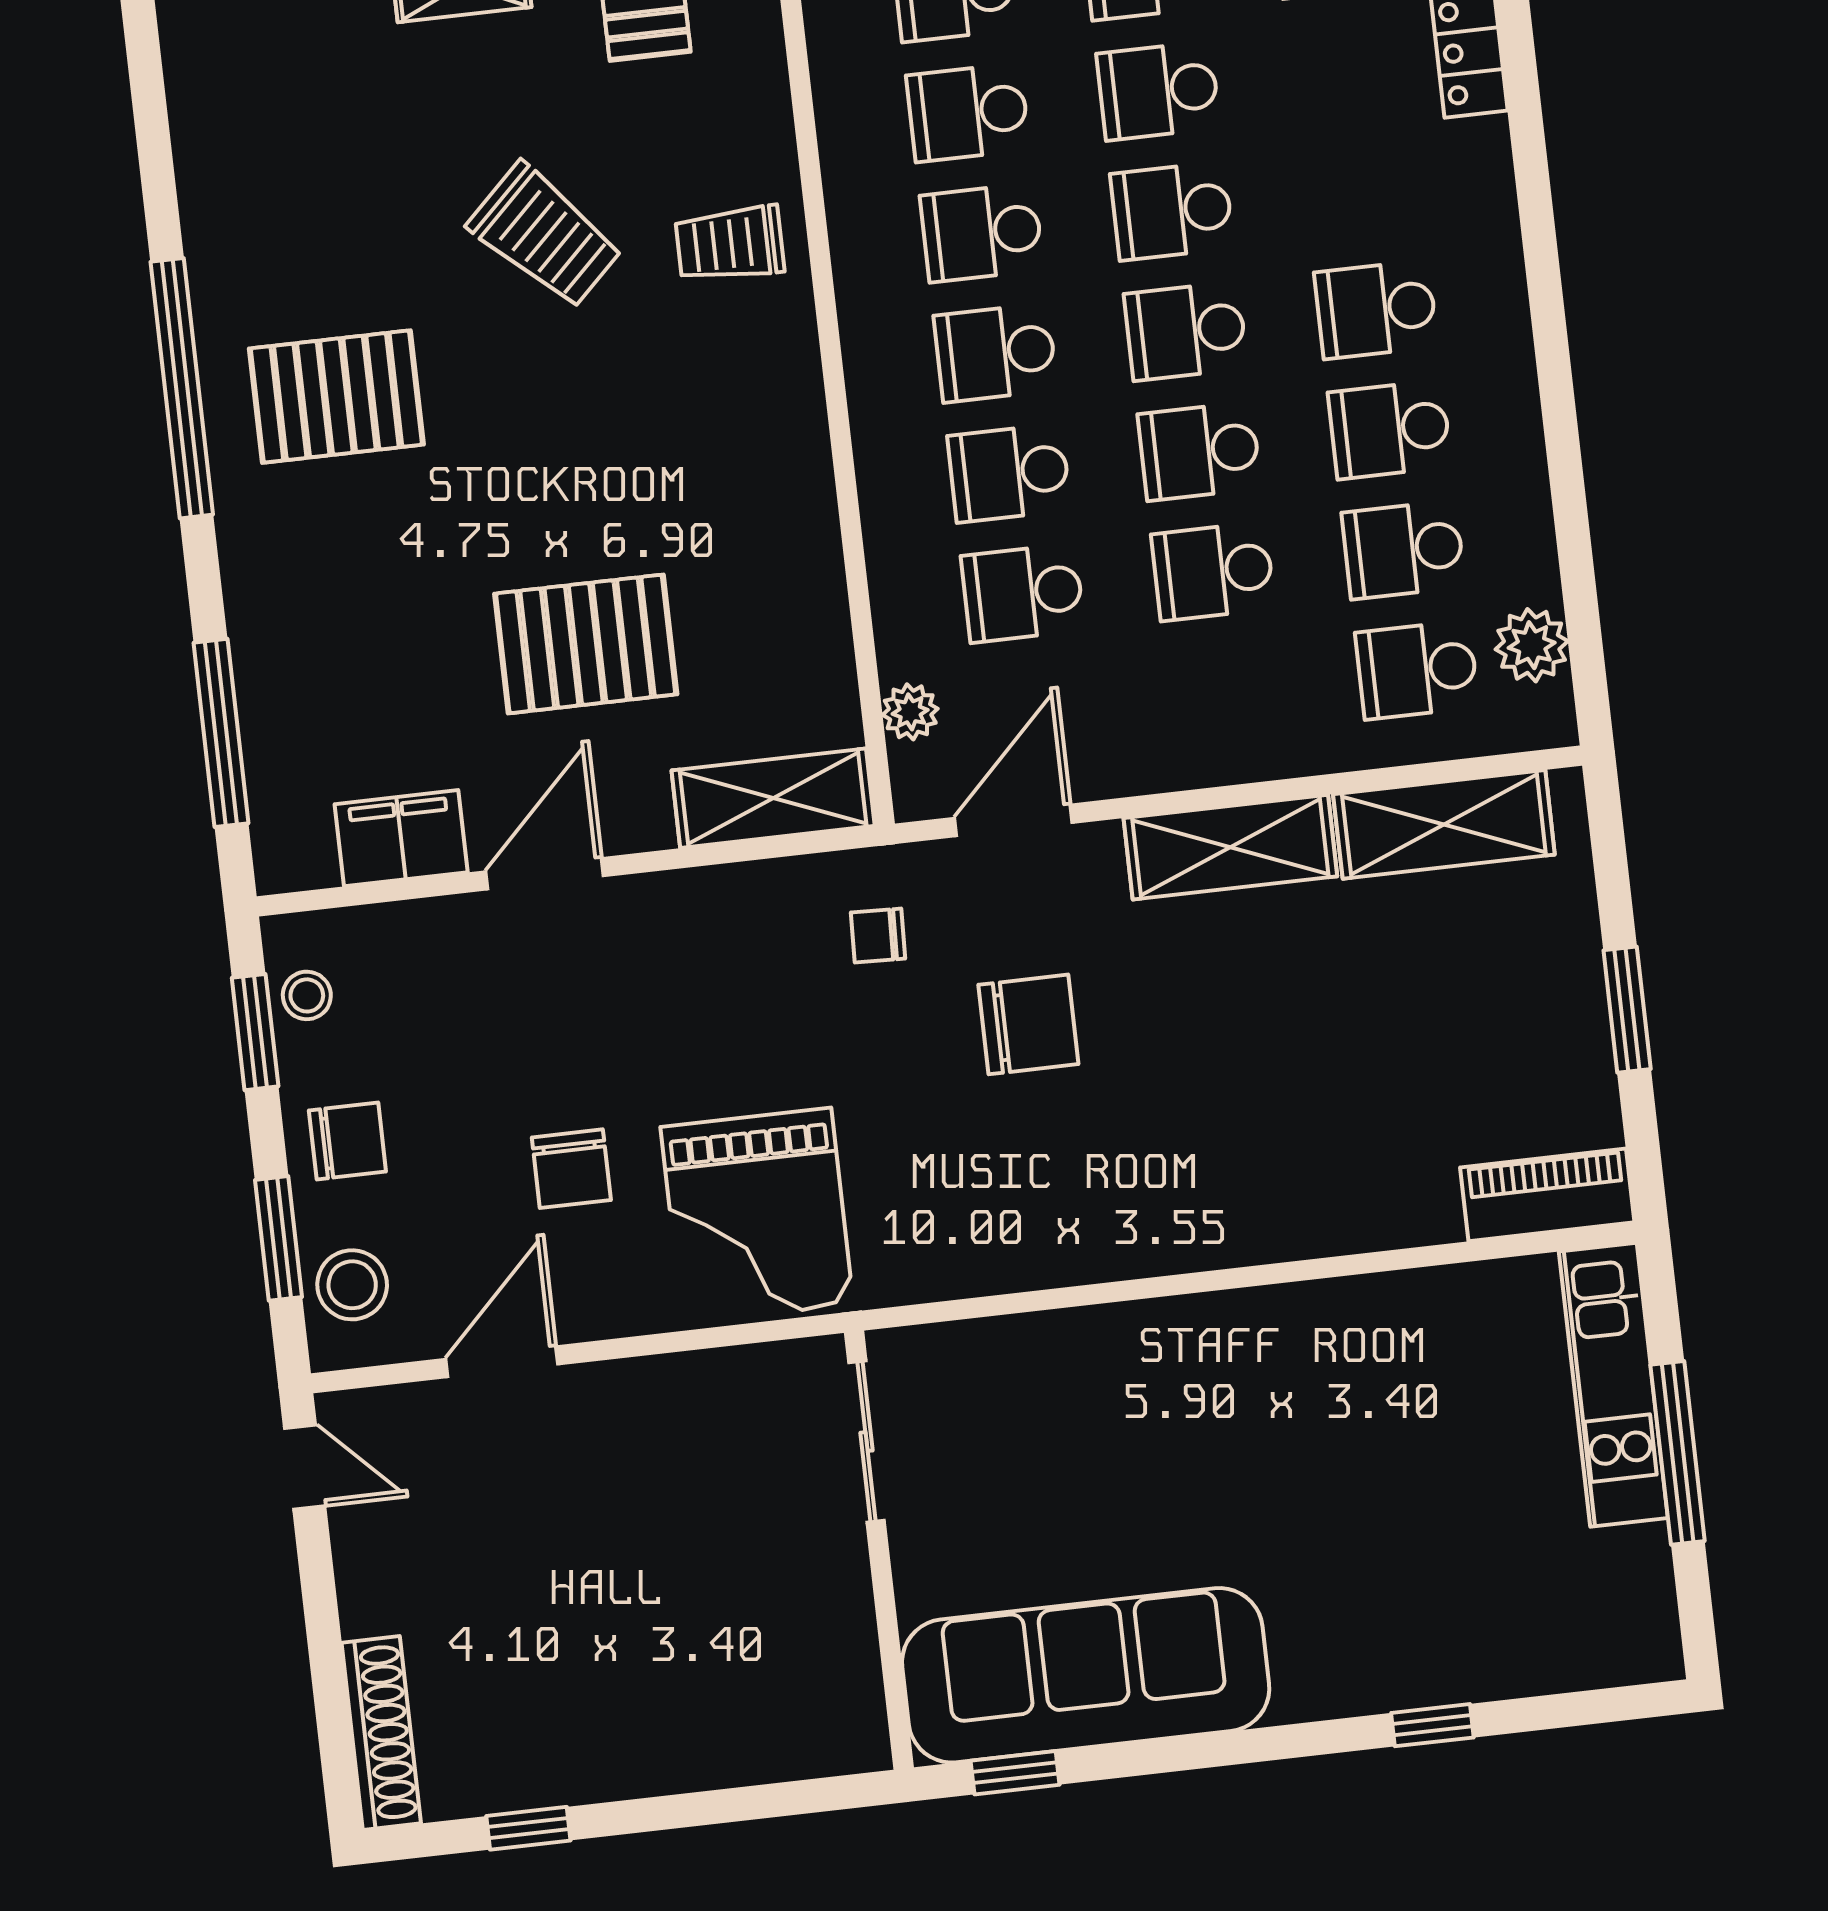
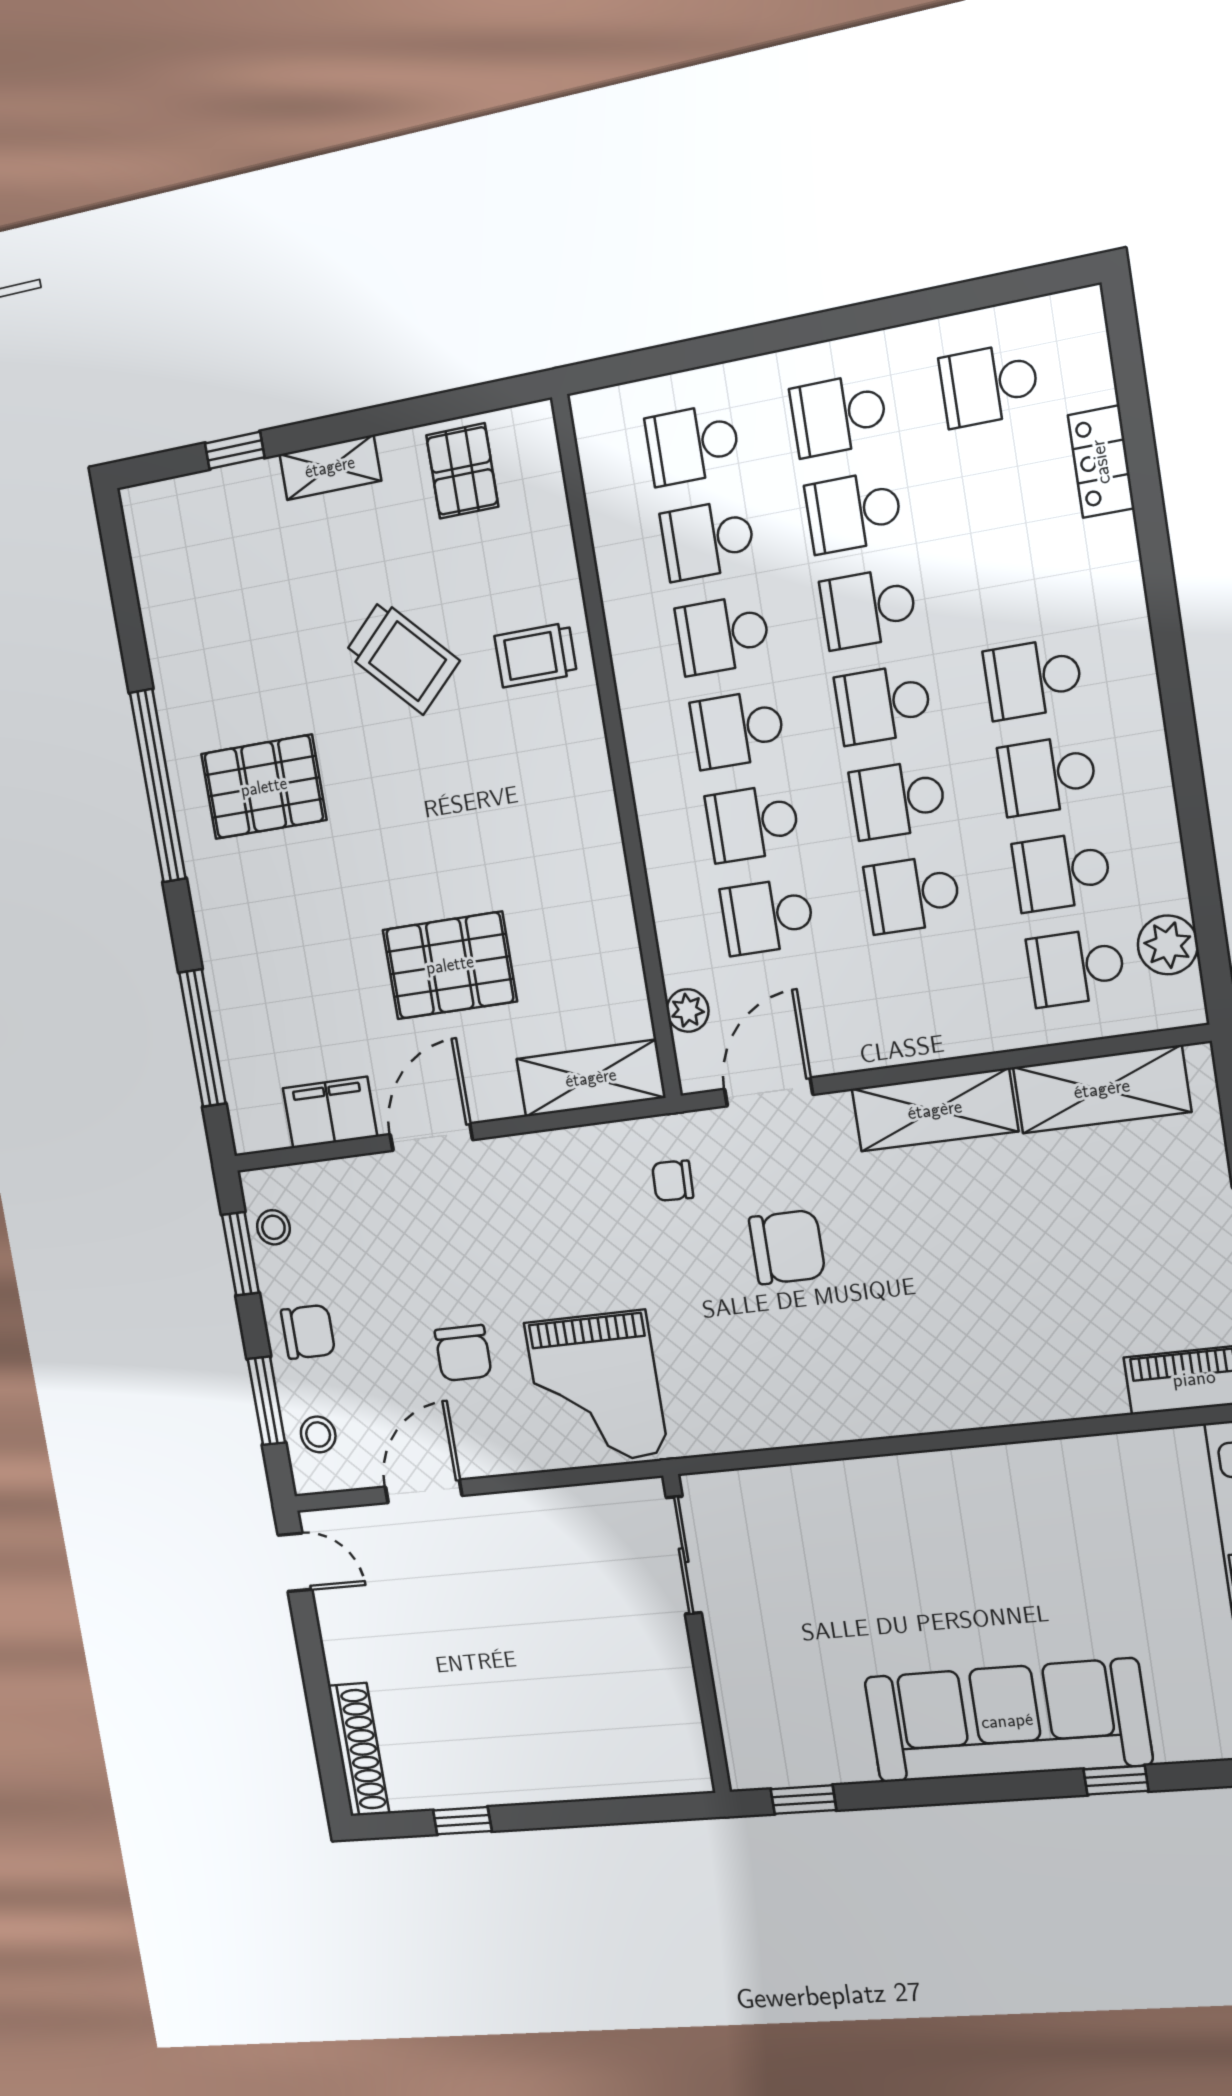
stool: (352, 1285) -> (318, 1434), width x0.73, depth x0.73
sofa: (1086, 1675) -> (1007, 1721), moved

